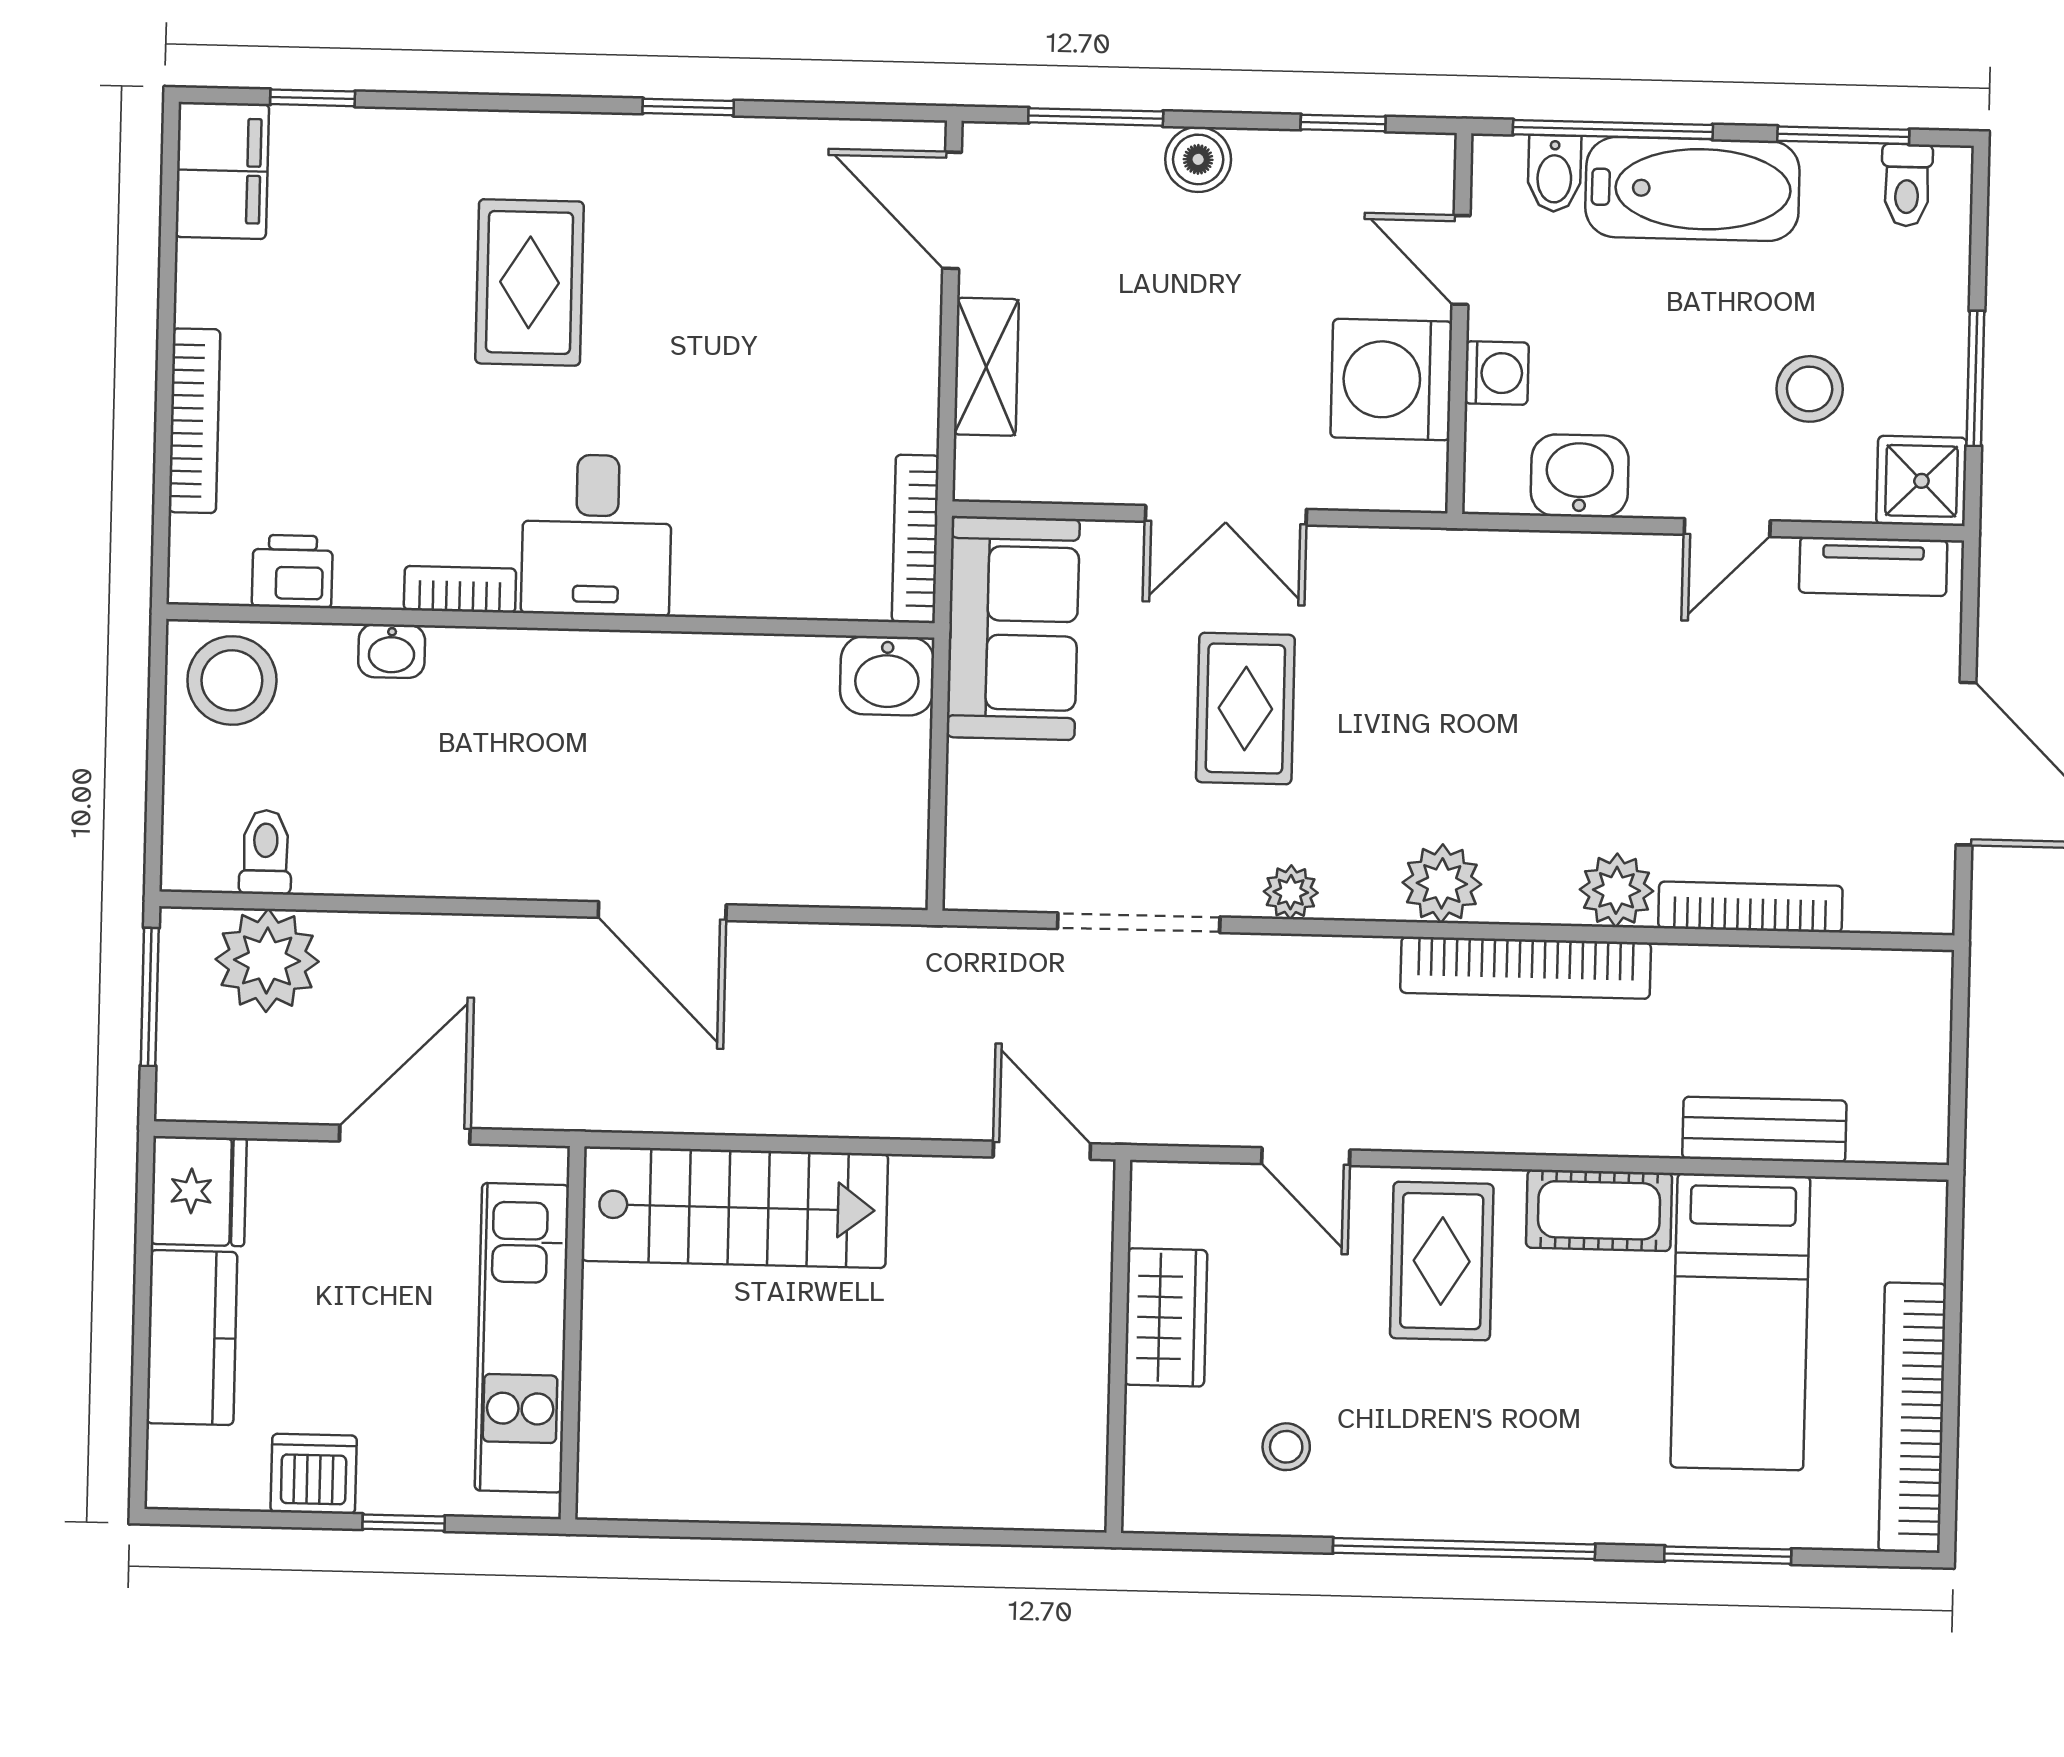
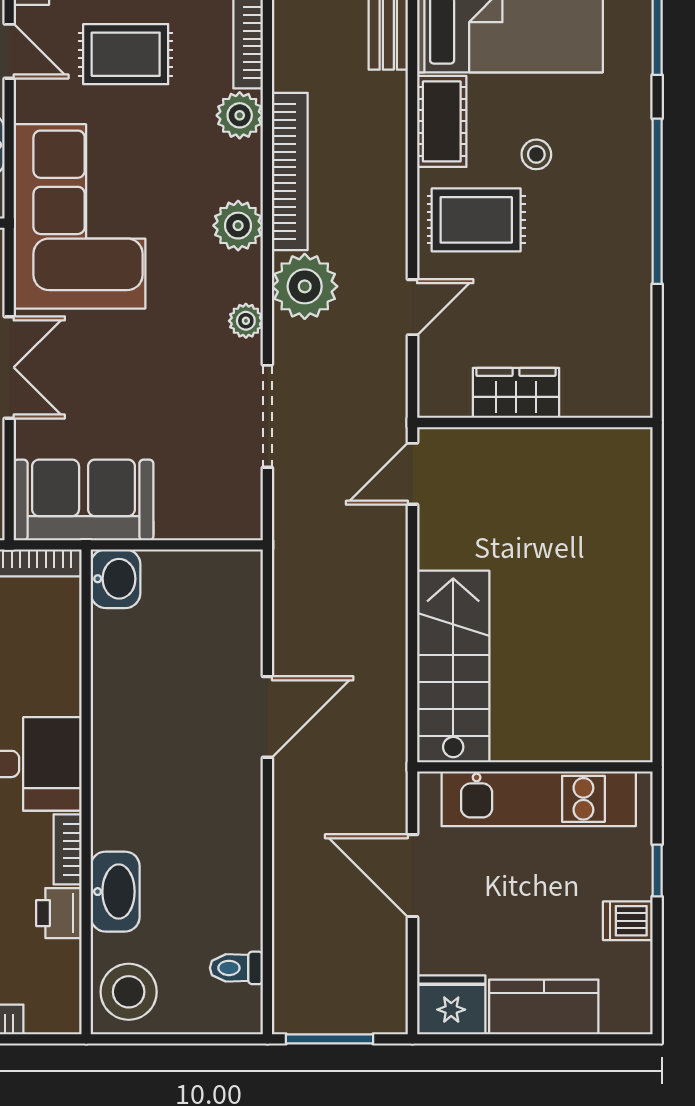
printer: (292, 571) -> (59, 913), moved
corner sofa: (1463, 633) -> (79, 216), added
washbasin: (392, 651) -> (115, 892), width x1.91, depth x1.45
rug: (1245, 709) -> (126, 54), moved
plant: (267, 960) -> (305, 286), moved
stool: (1286, 1447) -> (536, 154), moved
dishwasher: (314, 1474) -> (628, 921), width x0.73

